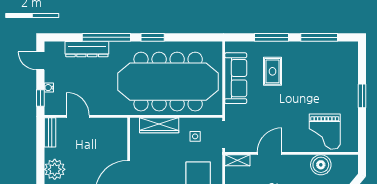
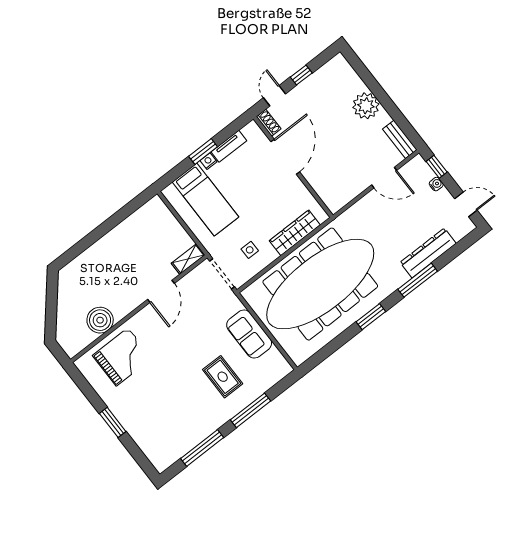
window: (106, 37) -> (418, 280), width x0.68
sofa: (236, 78) -> (249, 334), width x0.73
grand piano: (325, 132) -> (122, 357), turned 90

